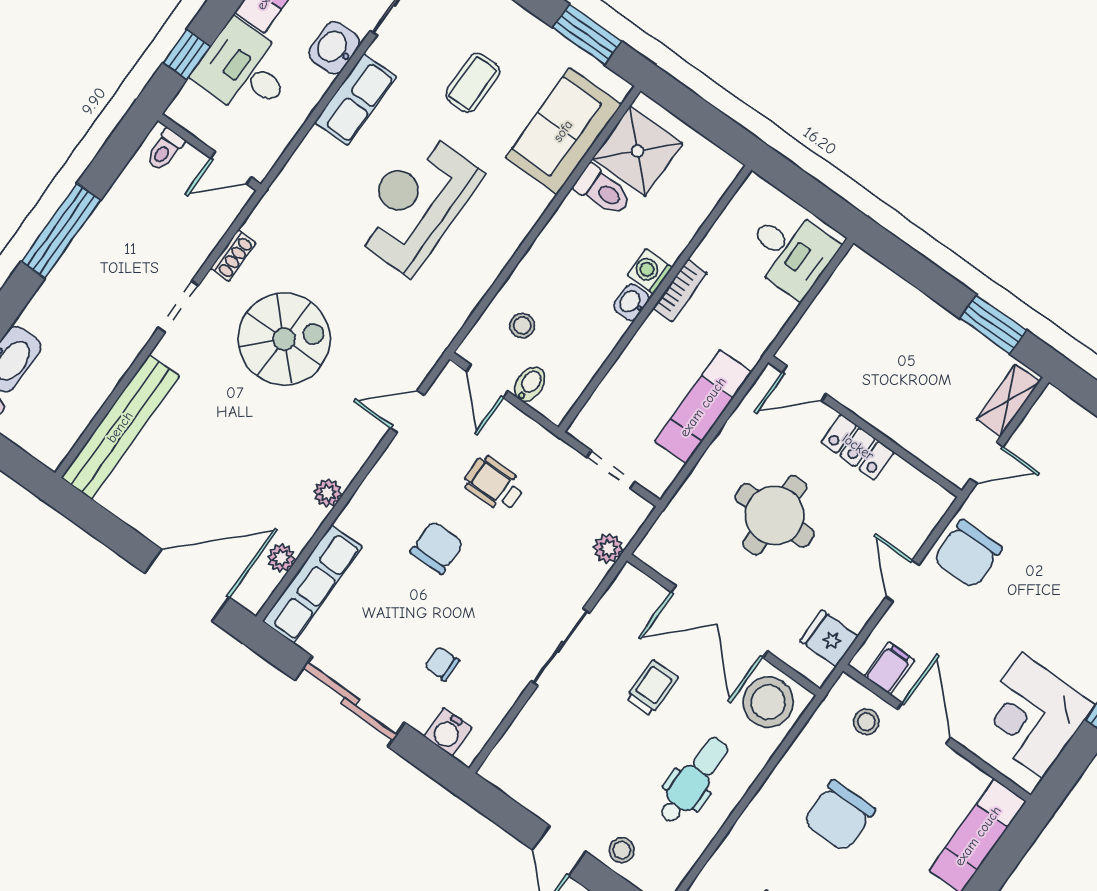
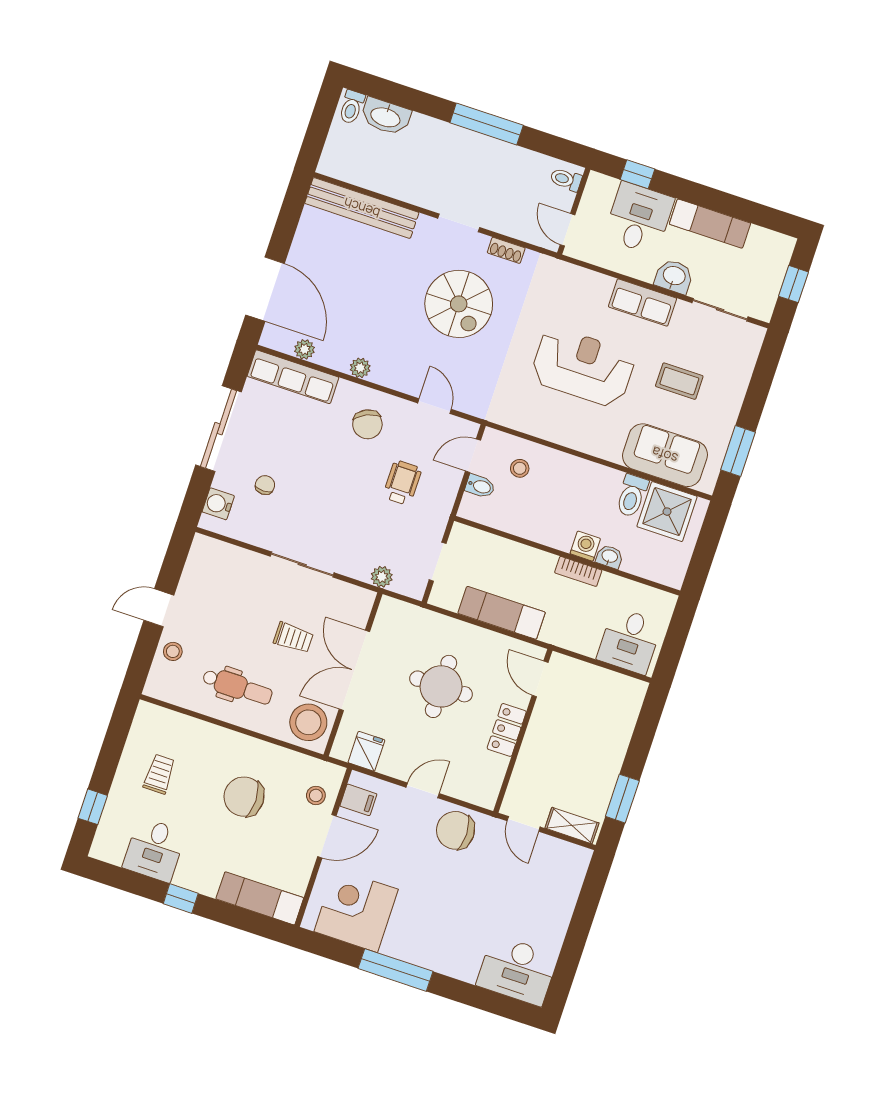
washbasin: (631, 302) -> (610, 557), moved
chair: (437, 548) -> (367, 424), moved, turned 65

